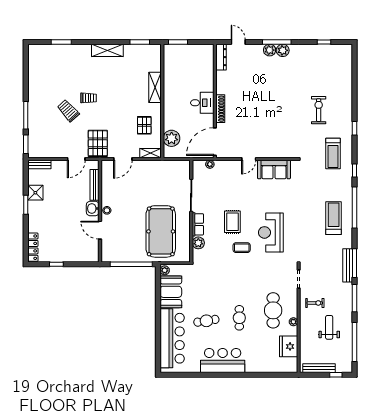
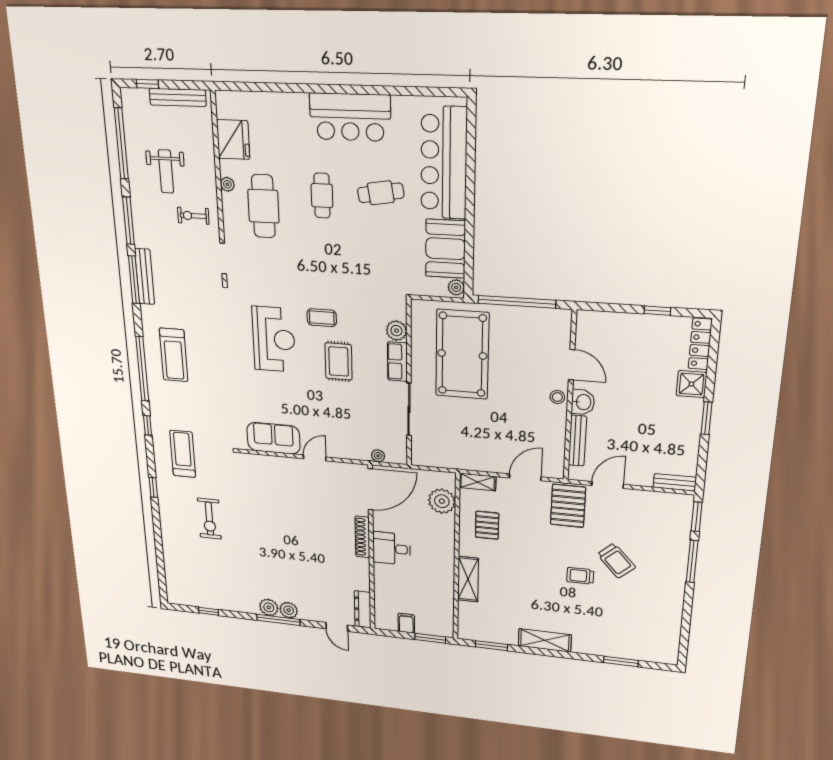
filing cabinet: (193, 51) -> (406, 623), added
shower: (35, 193) -> (691, 384), moved

